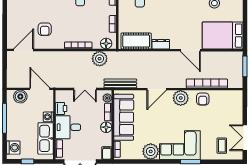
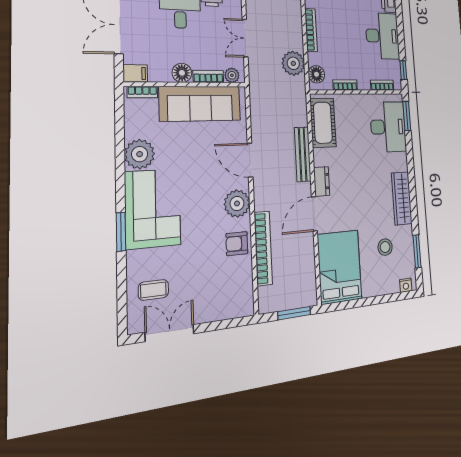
dresser: (161, 44) -> (322, 181), moved
bench: (120, 83) -> (303, 154), moved

